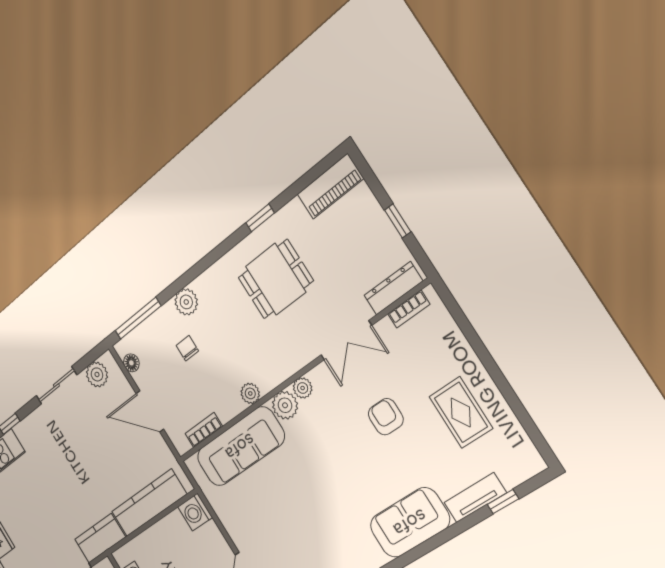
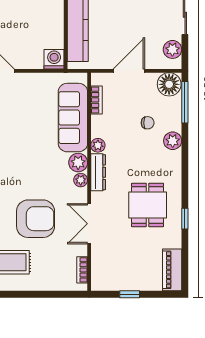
dresser: (393, 288) -> (98, 172), moved
floor lamp: (131, 363) -> (169, 84), width x1.89, depth x1.89
armchair: (386, 417) -> (36, 219), width x1.88, depth x1.88

